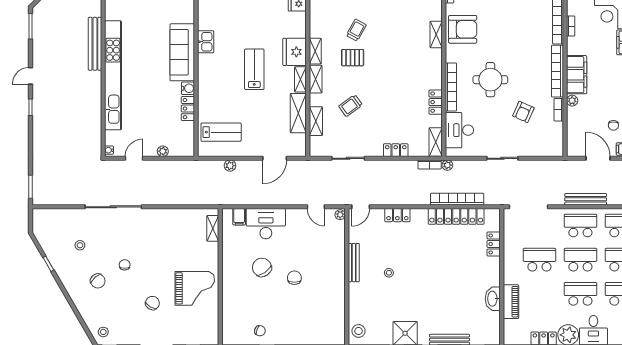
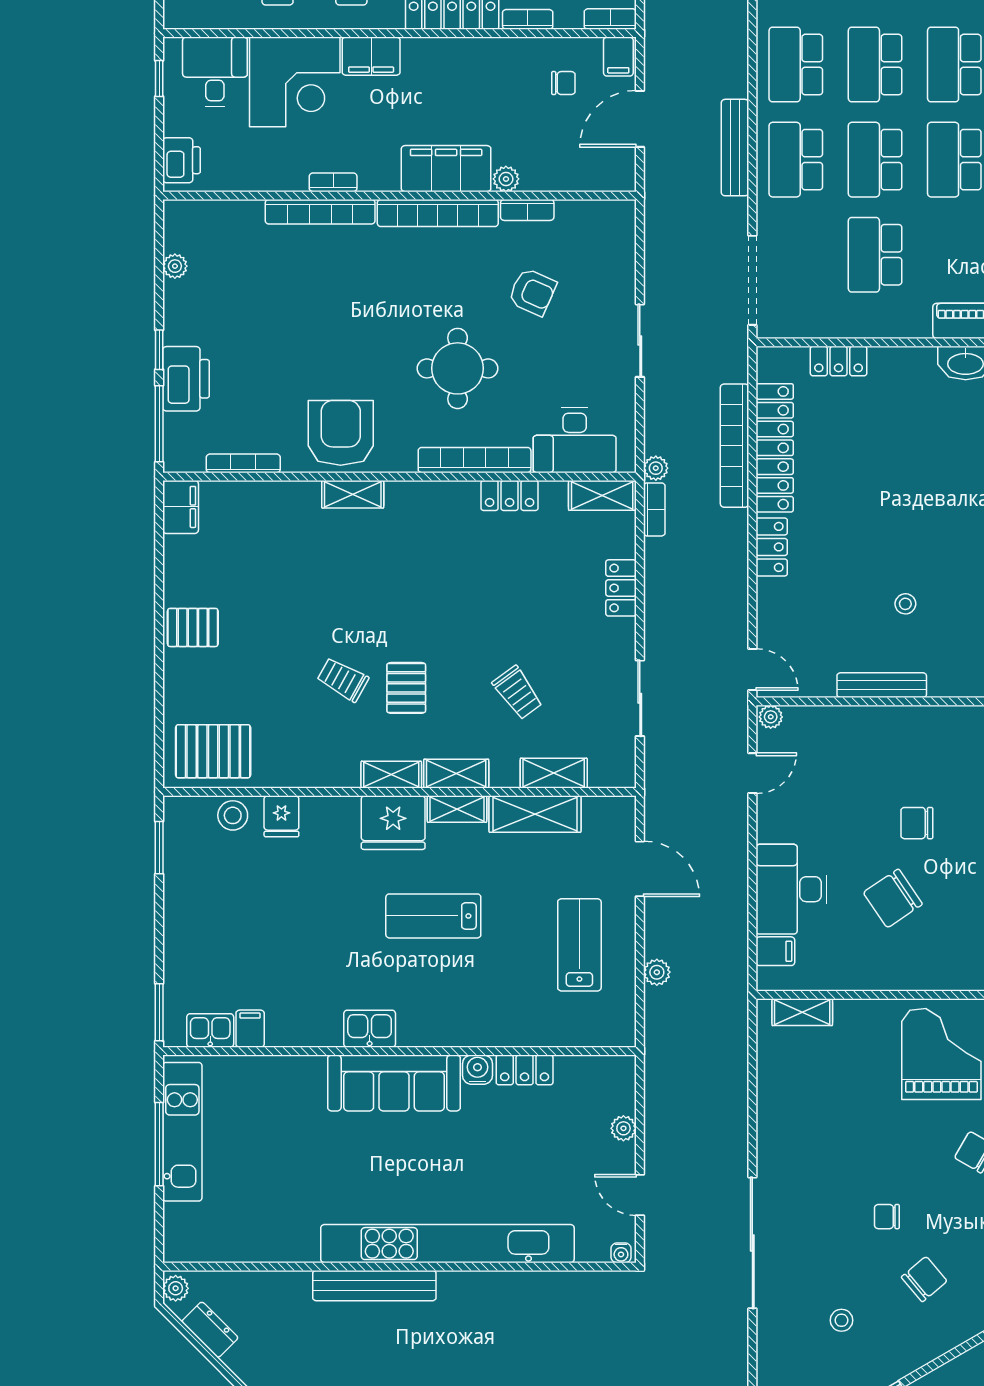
lab bench: (221, 132) -> (579, 945), moved
locker: (397, 215) -> (772, 547), moved

